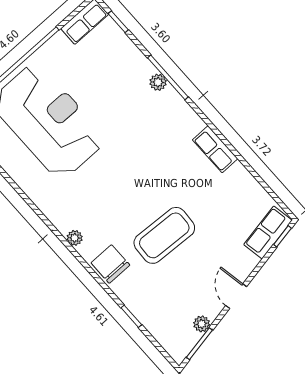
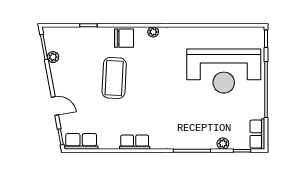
plant: (158, 82) -> (223, 144), moved
row of seats: (268, 232) -> (81, 141), moved, turned -80
door: (236, 296) -> (55, 106), moved

